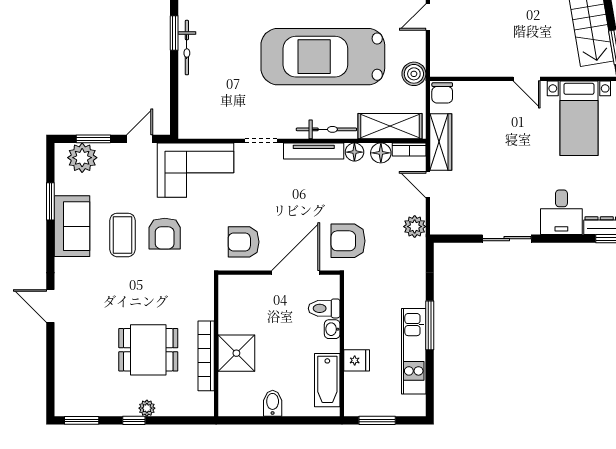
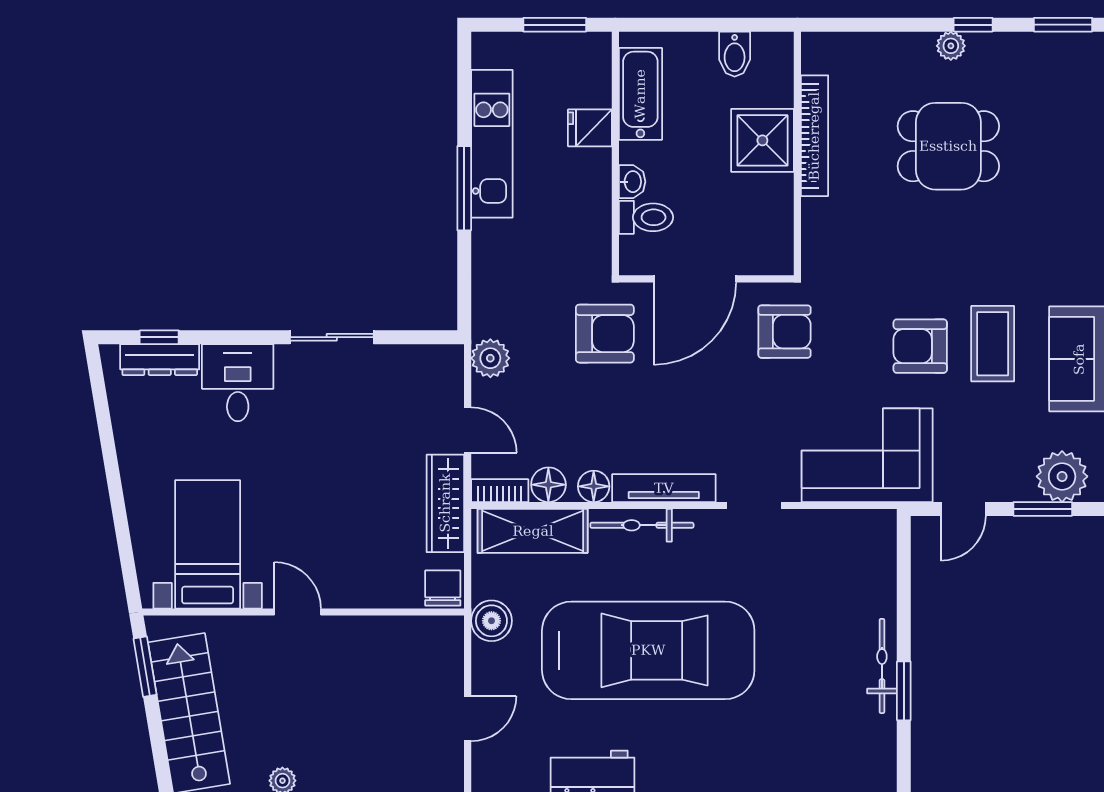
armchair: (165, 234) -> (920, 346), turned -90
wall: (216, 346) -> (797, 154), moved
shower: (236, 353) -> (762, 140), moved
bookcase: (206, 356) -> (814, 136), moved

